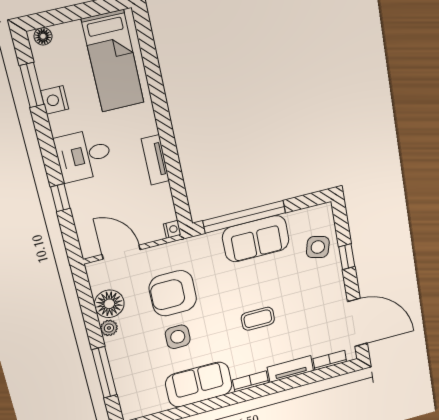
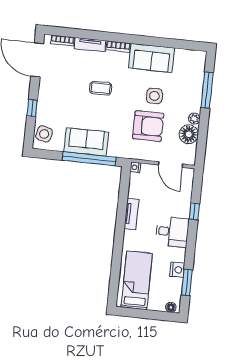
side table: (318, 247) -> (44, 134), moved

